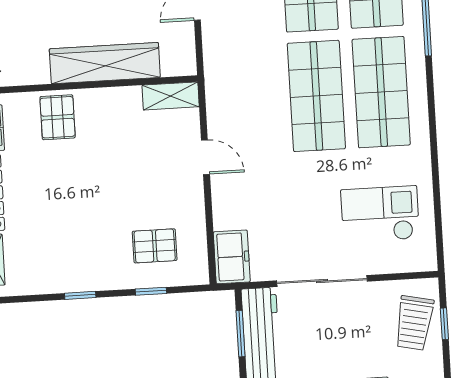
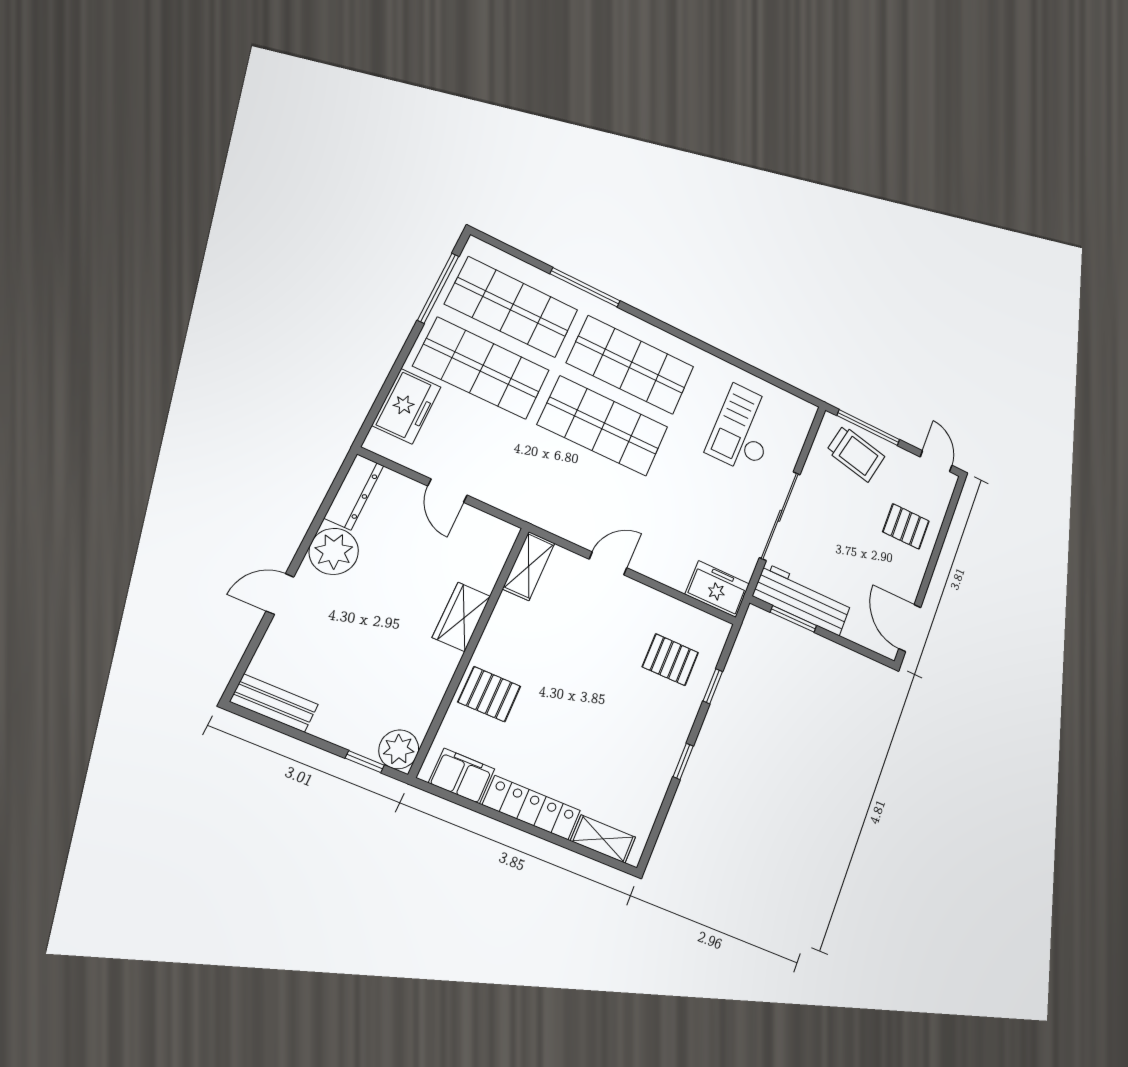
wardrobe: (105, 63) -> (462, 617), width x0.48, depth x0.85
pallet: (155, 246) -> (670, 660), turned 90
window: (444, 324) -> (868, 428), width x2.17

